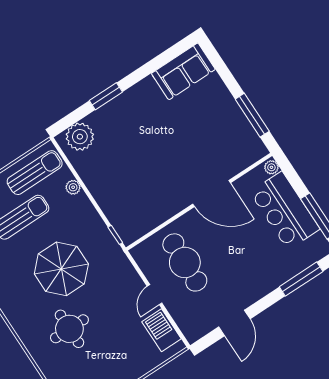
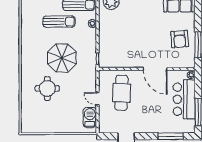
armchair: (219, 125) -> (179, 39), added
door: (155, 295) -> (97, 99), hinge flipped

